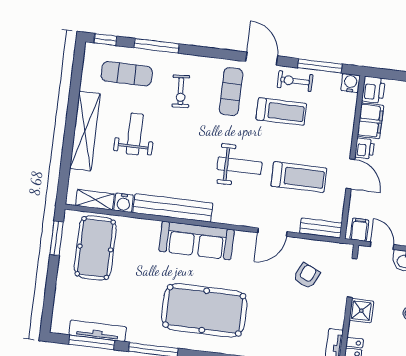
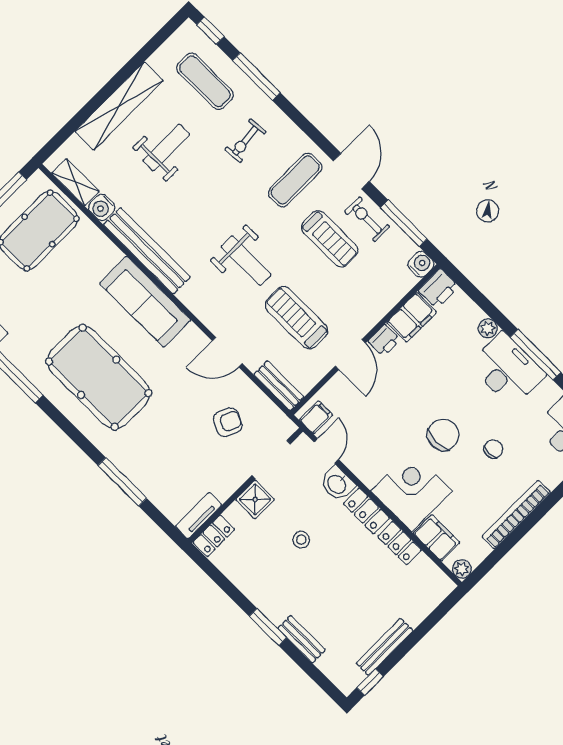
treadmill: (299, 177) -> (296, 318), turned 180

